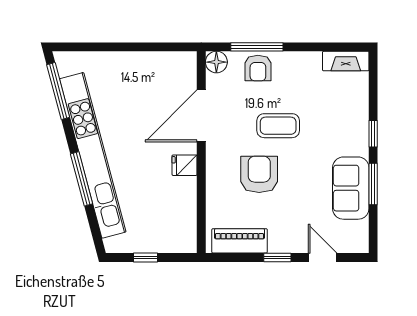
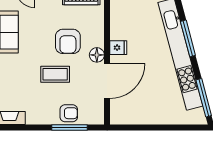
floor lamp: (216, 62) -> (97, 55), moved
armchair: (258, 68) -> (69, 113), turned 90

